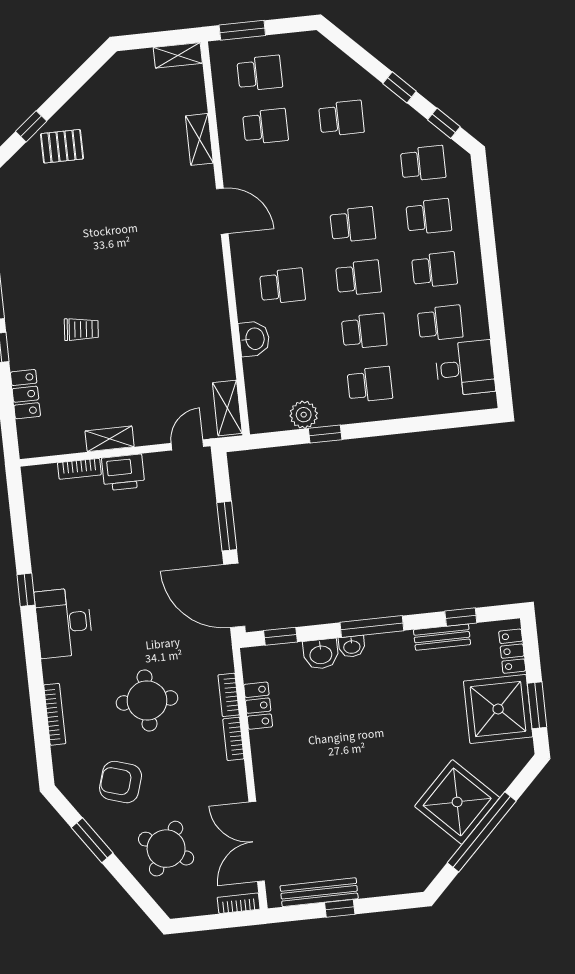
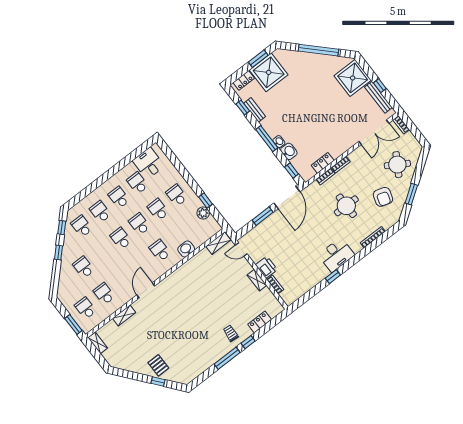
trolley: (81, 329) -> (231, 333), moved
shower: (457, 802) -> (353, 78), moved, turned 45

